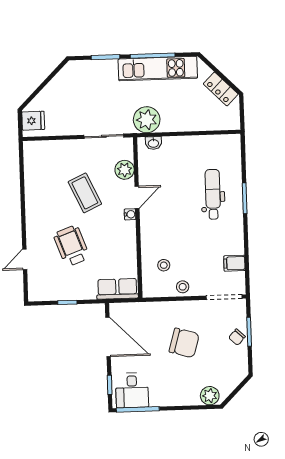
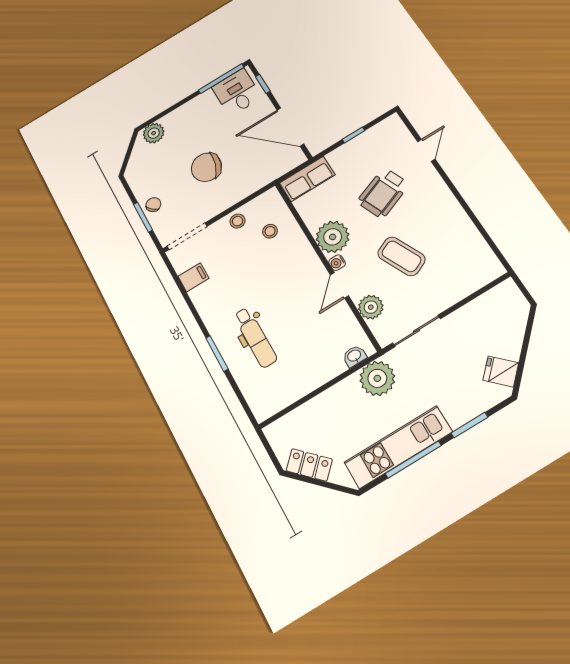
fridge: (33, 121) -> (501, 371), moved, turned 45
plant: (123, 235) -> (333, 237), added
wheelchair: (71, 246) -> (383, 193), turned 88

